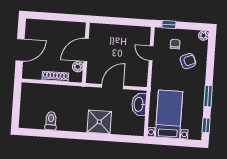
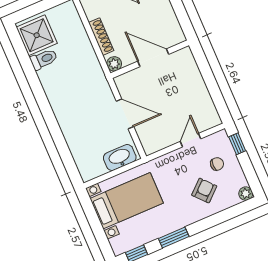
armchair: (188, 61) -> (204, 190), turned -109
plant: (78, 67) -> (114, 64), moved
shower: (99, 122) -> (37, 35), moved

